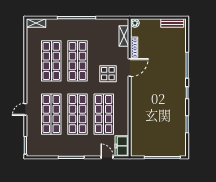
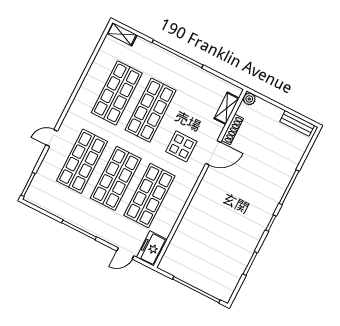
door: (107, 157) -> (125, 253), swing flipped

